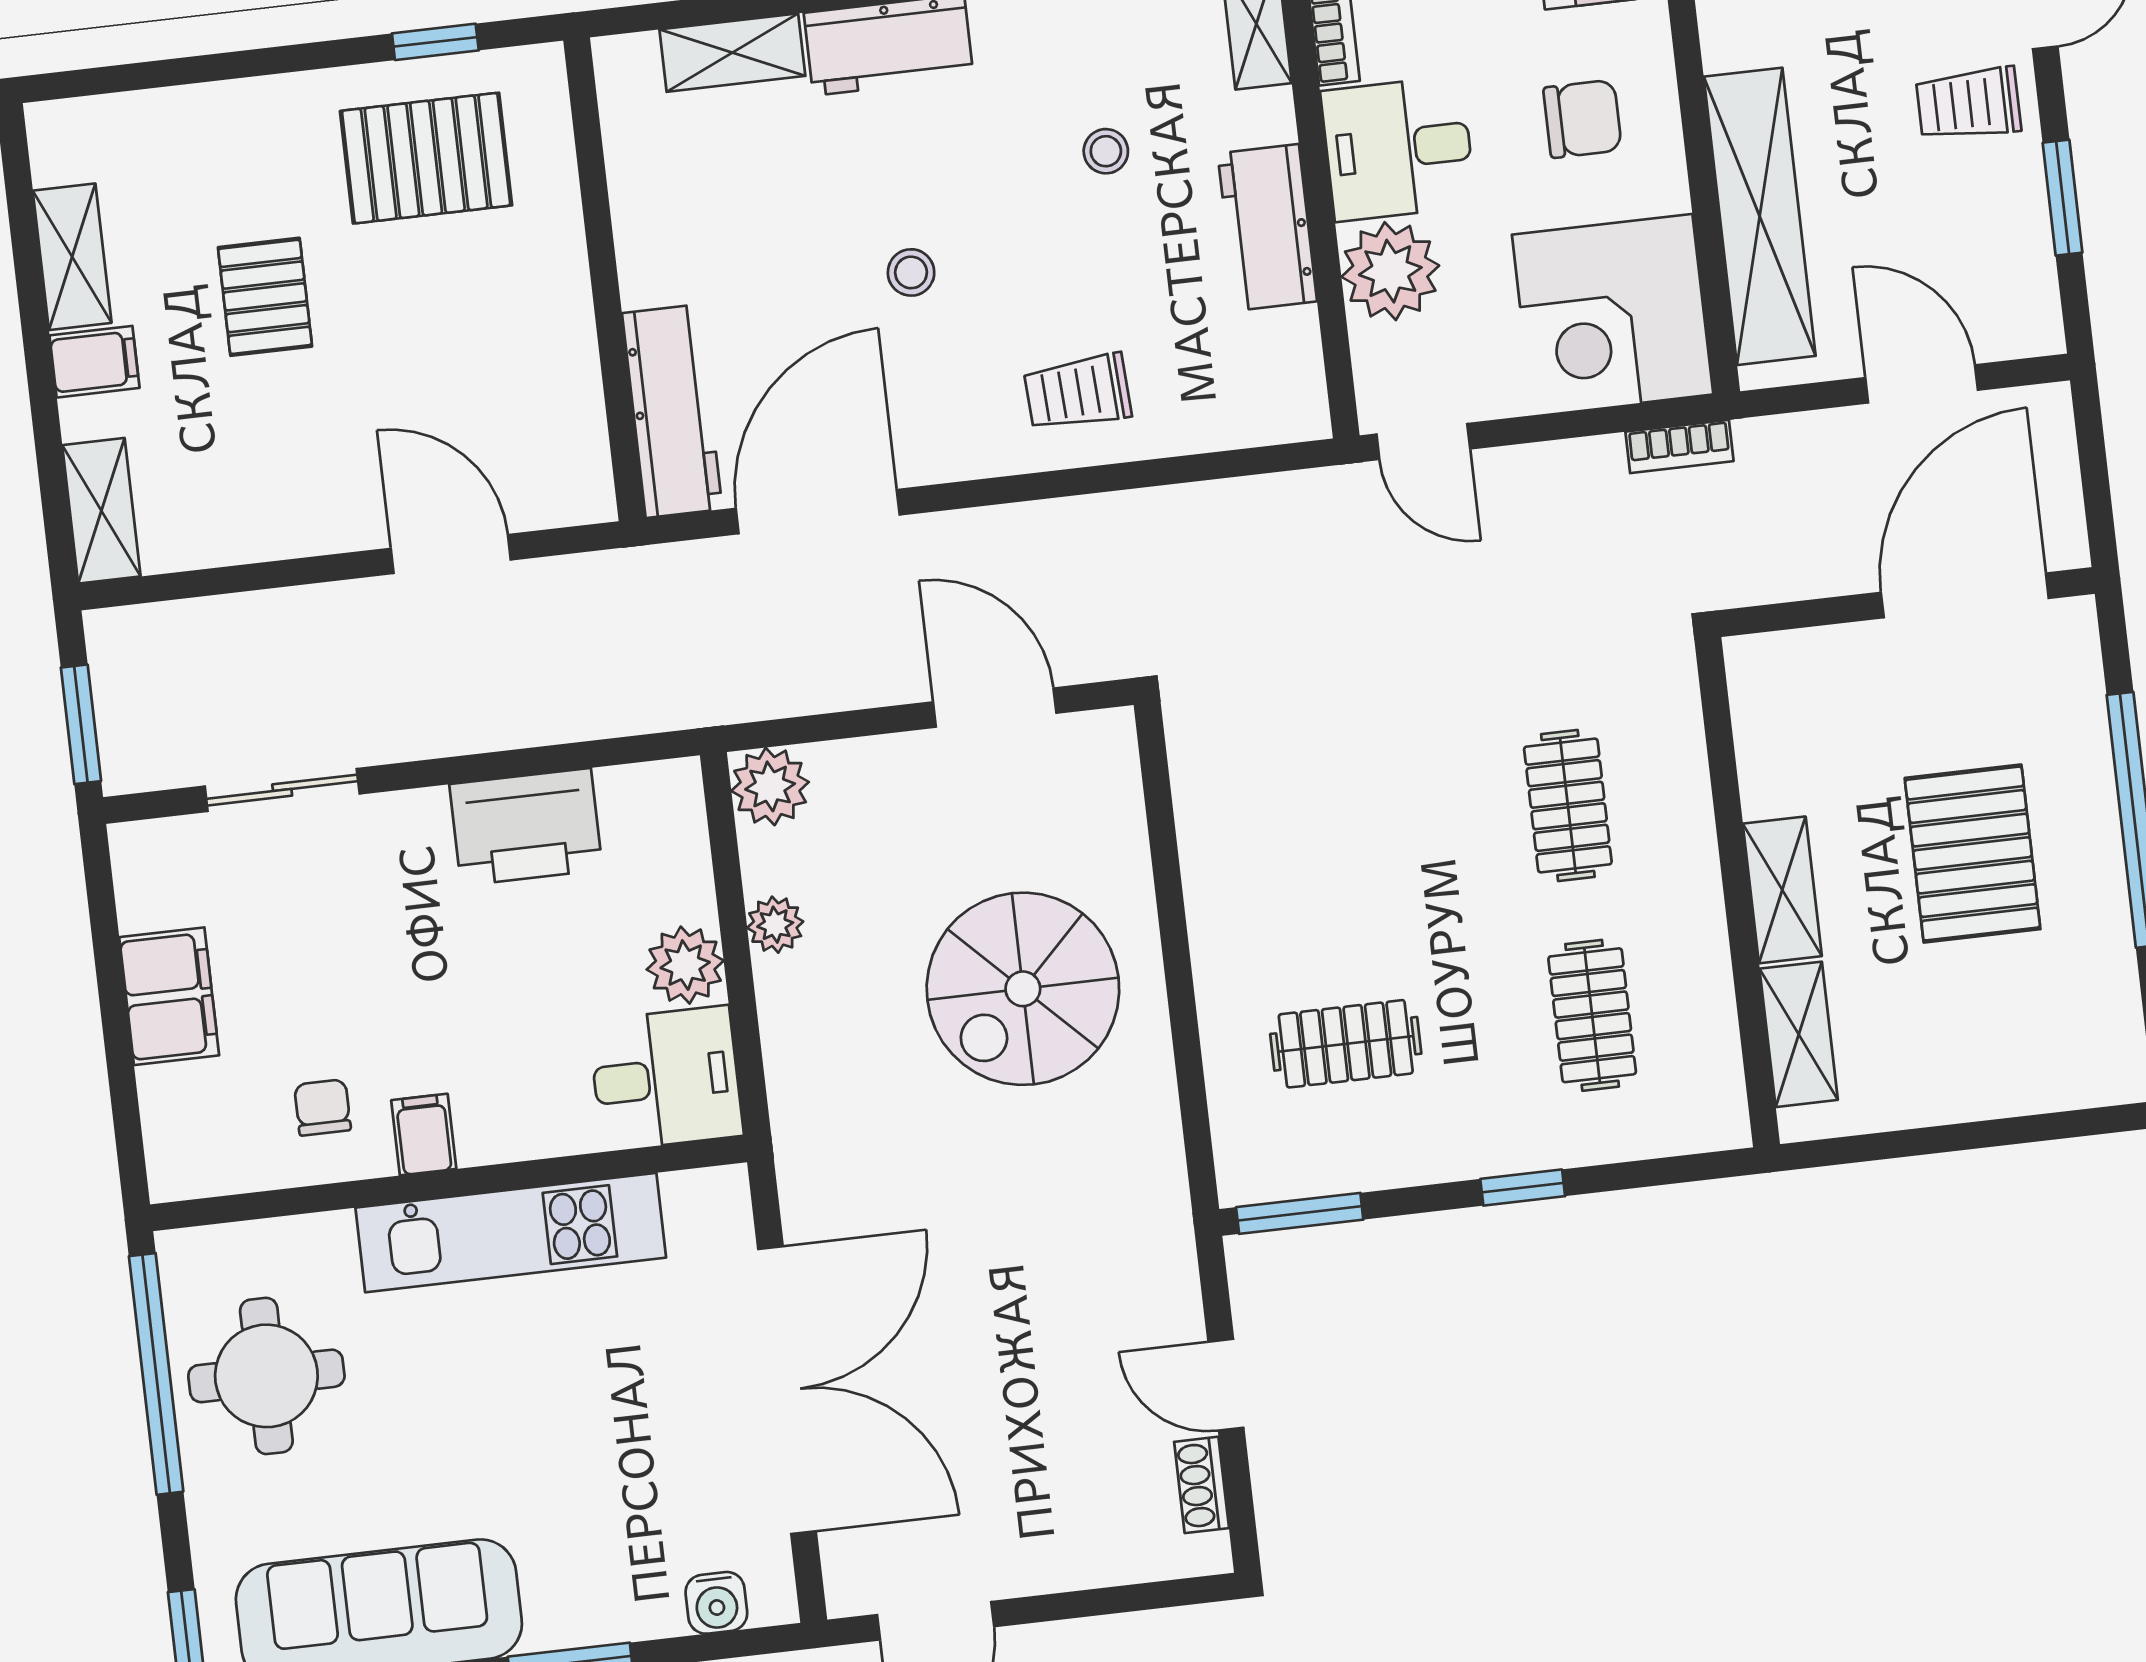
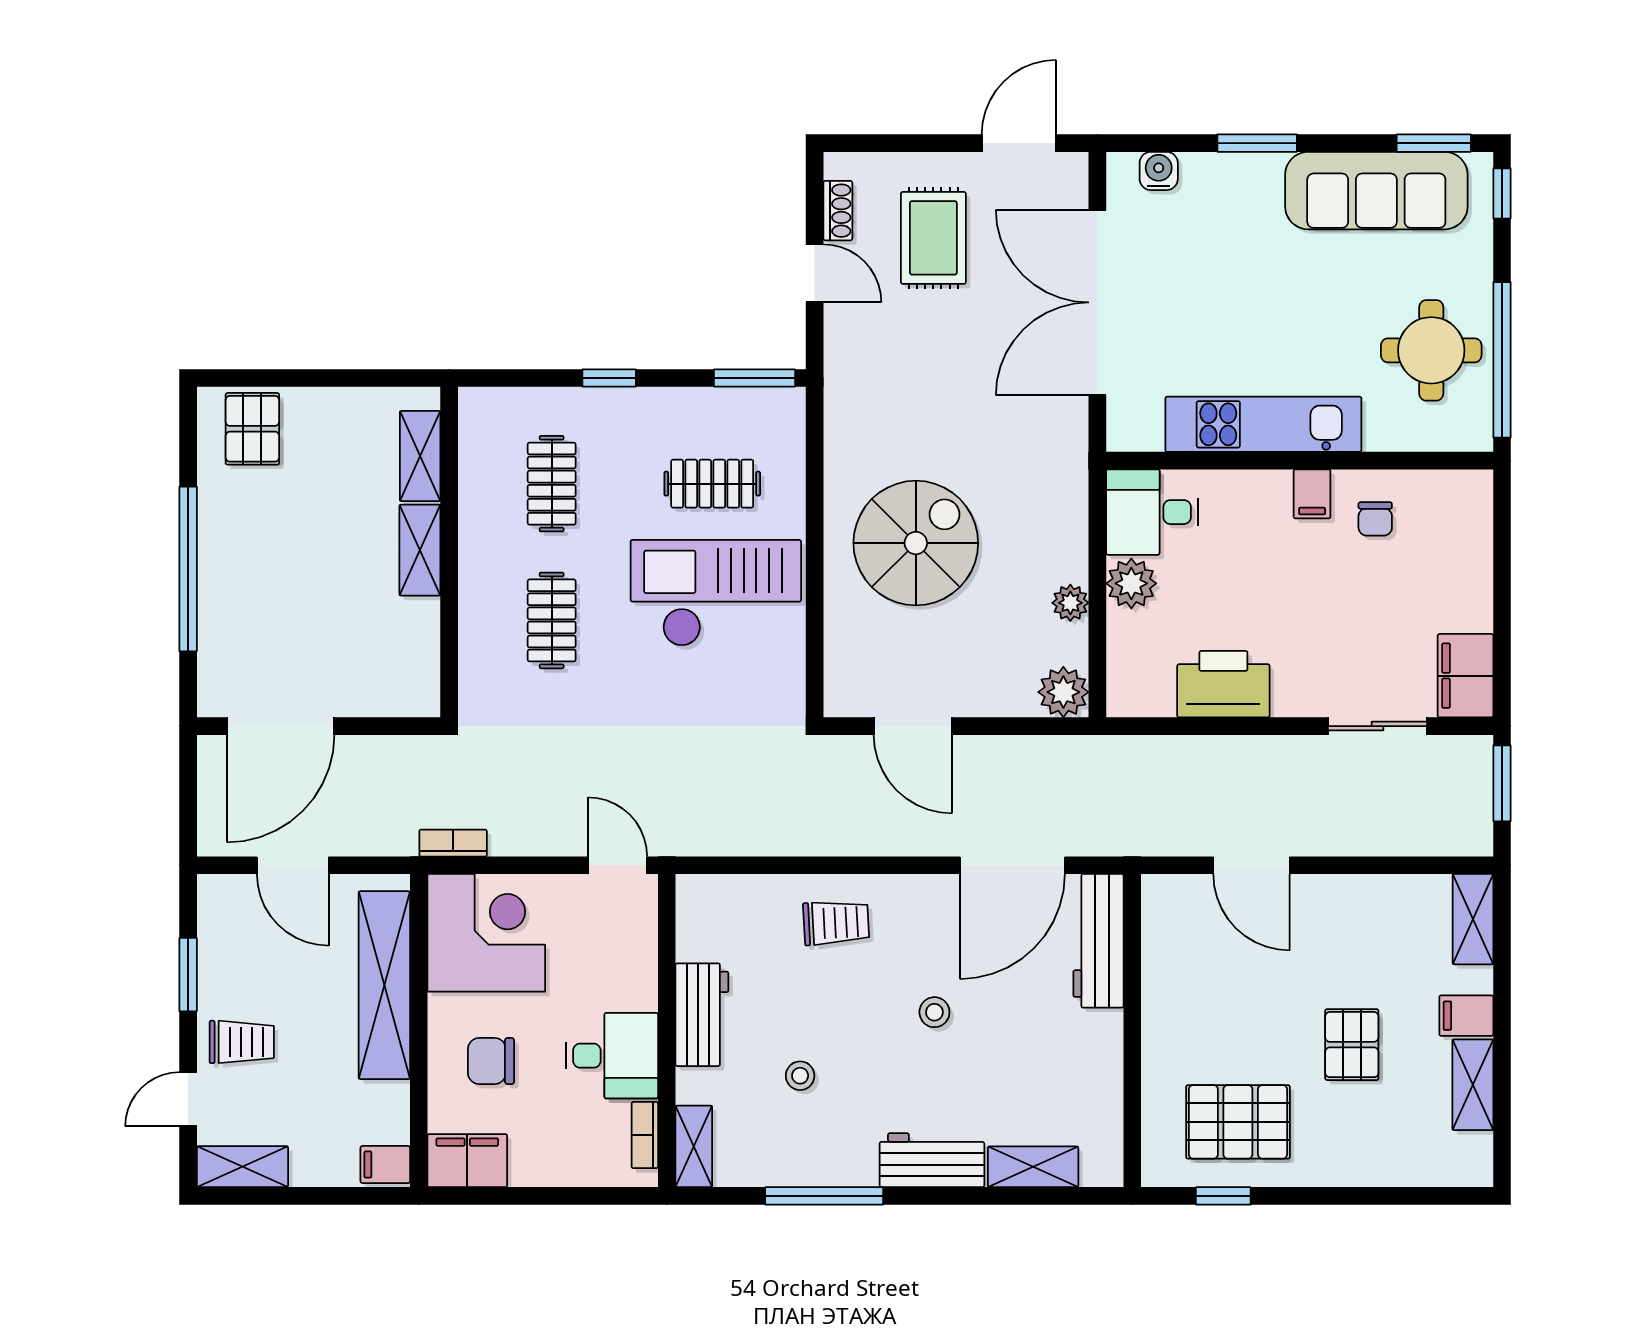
plant: (1390, 271) -> (626, 977), removed
pallet: (1973, 854) -> (252, 429), moved, width x0.67, depth x0.71
checkout: (1321, 877) -> (716, 593), added
filing cabinet: (169, 996) -> (1466, 676), moved
rug: (1050, 1460) -> (933, 238), added

